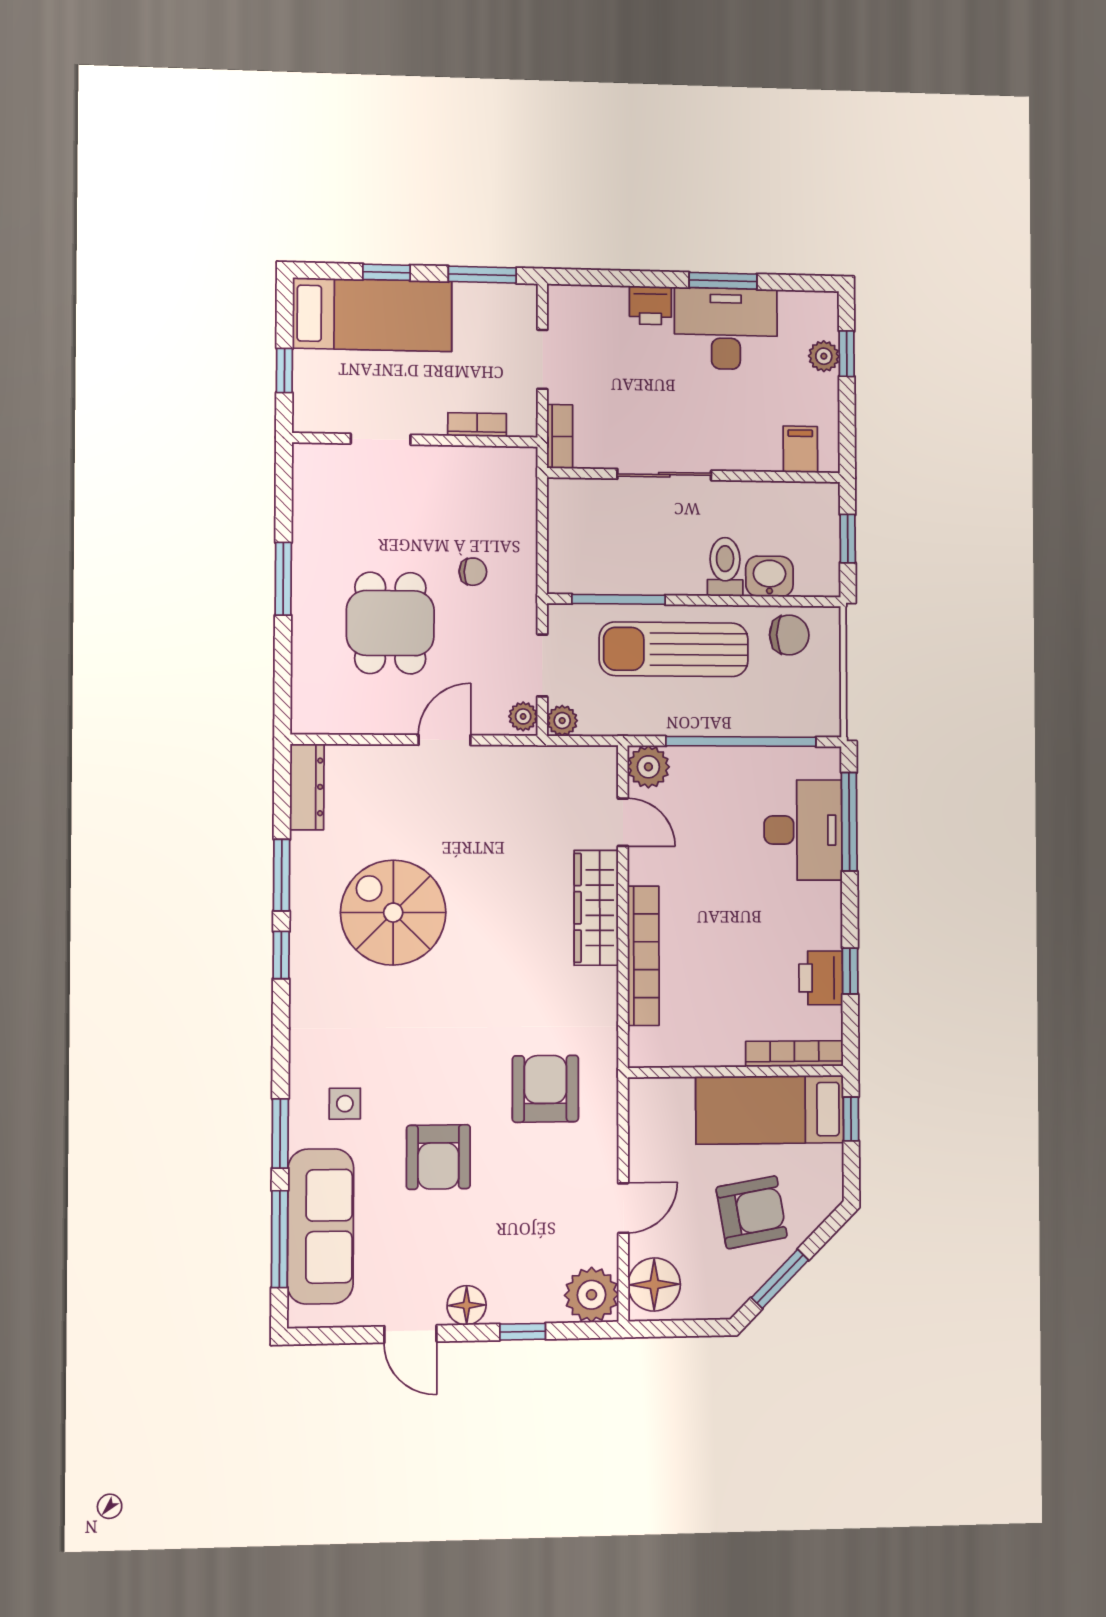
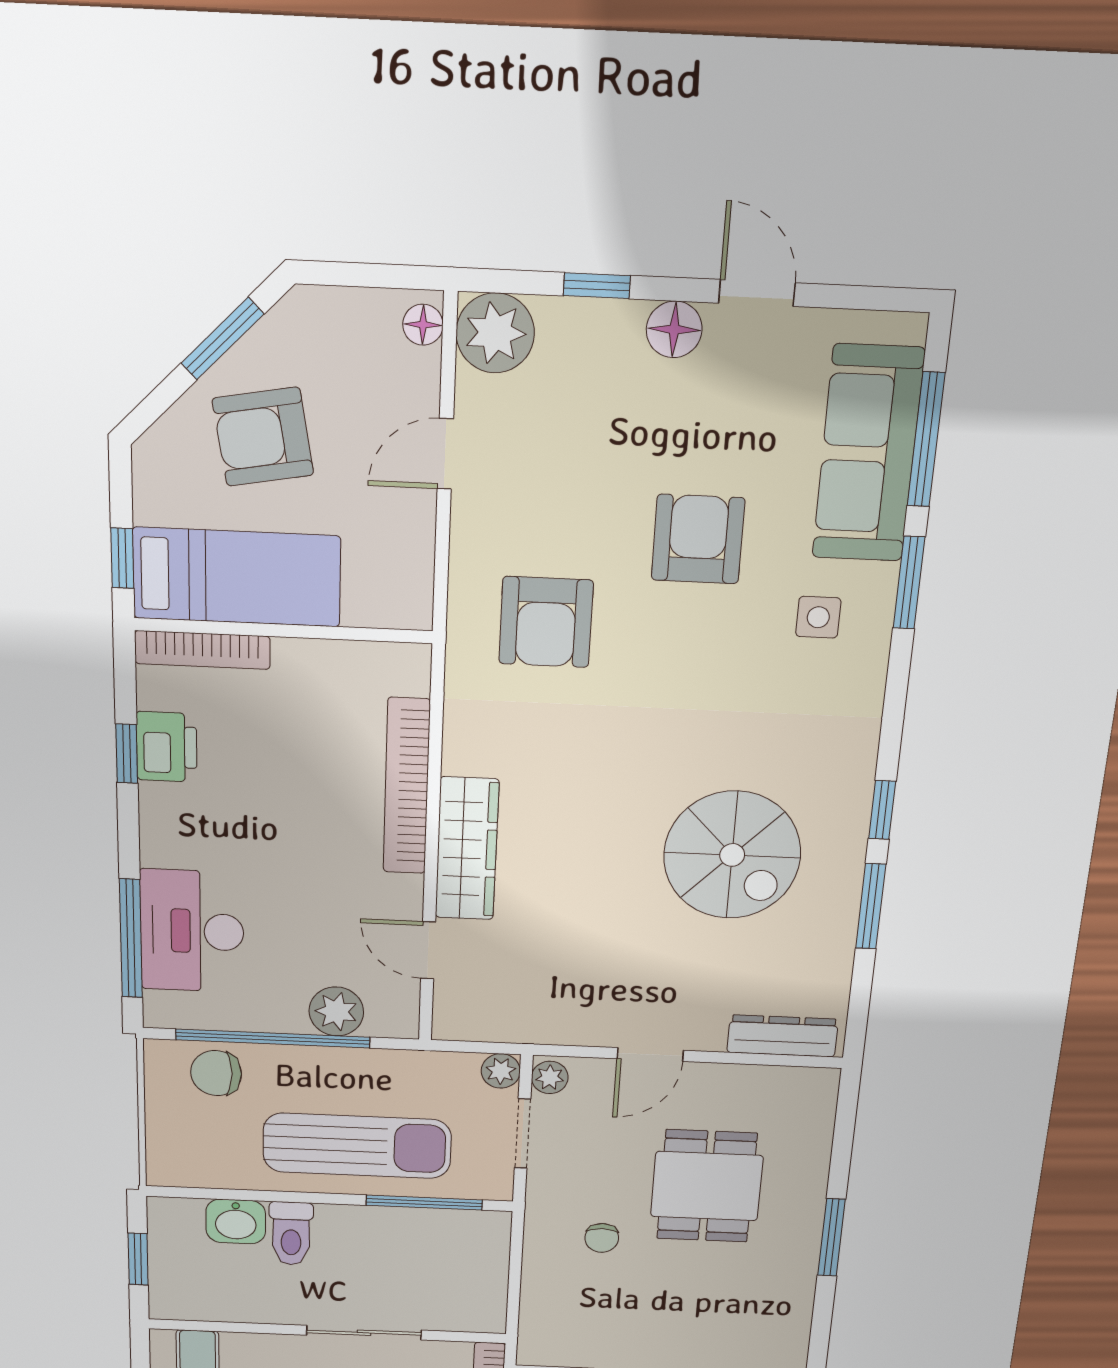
chair: (473, 572) -> (602, 1238), turned -90
chair: (789, 635) -> (216, 1073), moved
plant: (648, 767) -> (336, 1011), moved
dresser: (307, 787) -> (783, 1036), moved, turned 90
floor lamp: (654, 1285) -> (423, 325), width x0.53, depth x0.53

